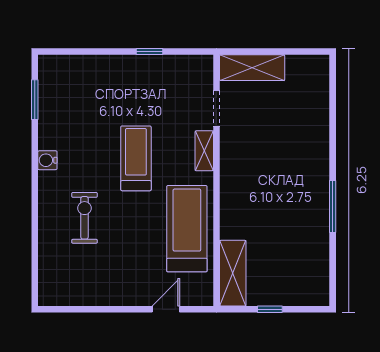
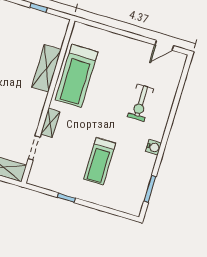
treadmill: (136, 158) -> (100, 161), moved
shelving: (233, 273) -> (46, 68), moved
door: (166, 309) -> (164, 45), moved

